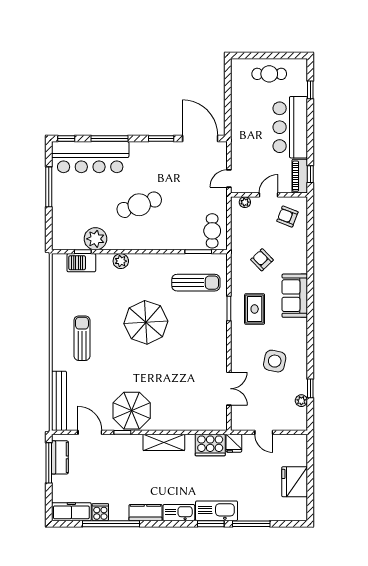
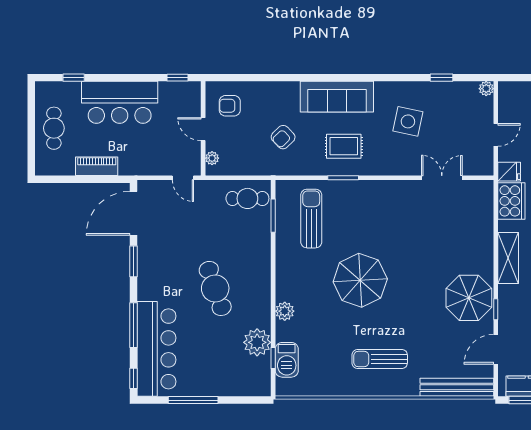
piano: (300, 176) -> (97, 166), moved, turned 180
armchair: (287, 217) -> (230, 106), turned 69
sofa: (295, 296) -> (337, 97), width x1.36
plant: (301, 401) -> (486, 89), moved

